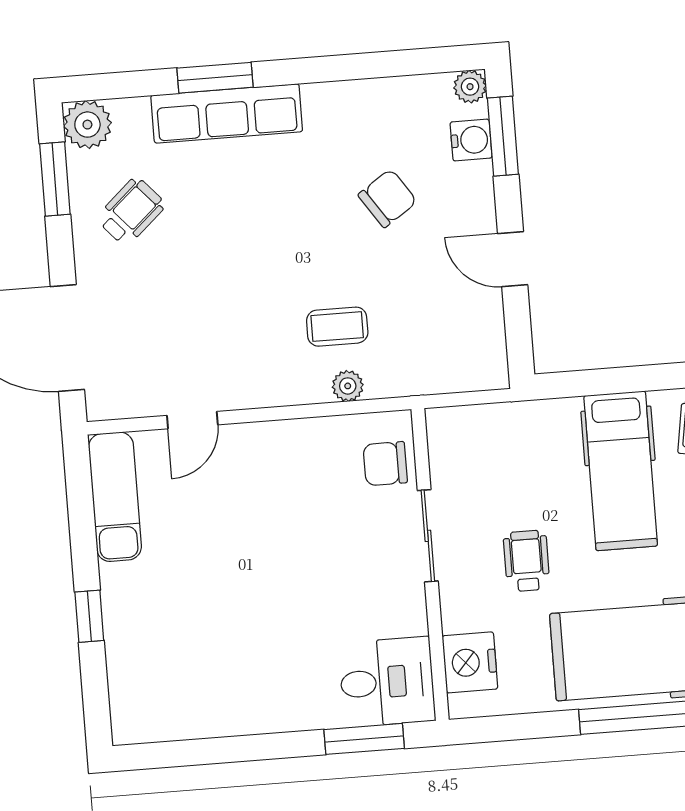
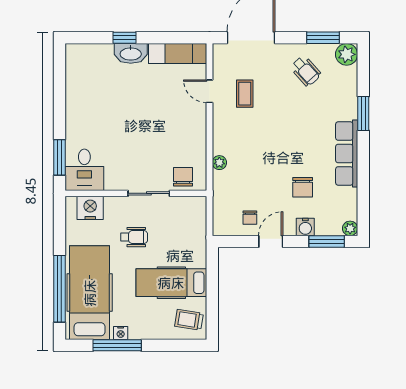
row of seats: (227, 113) -> (347, 153), moved
water cooler: (471, 140) -> (305, 227), moved
chair: (388, 198) -> (303, 187), turned 34
chair: (464, 309) -> (250, 218), added
coffee table: (337, 327) -> (245, 94), moved
washbasin: (123, 600) -> (131, 53), added

